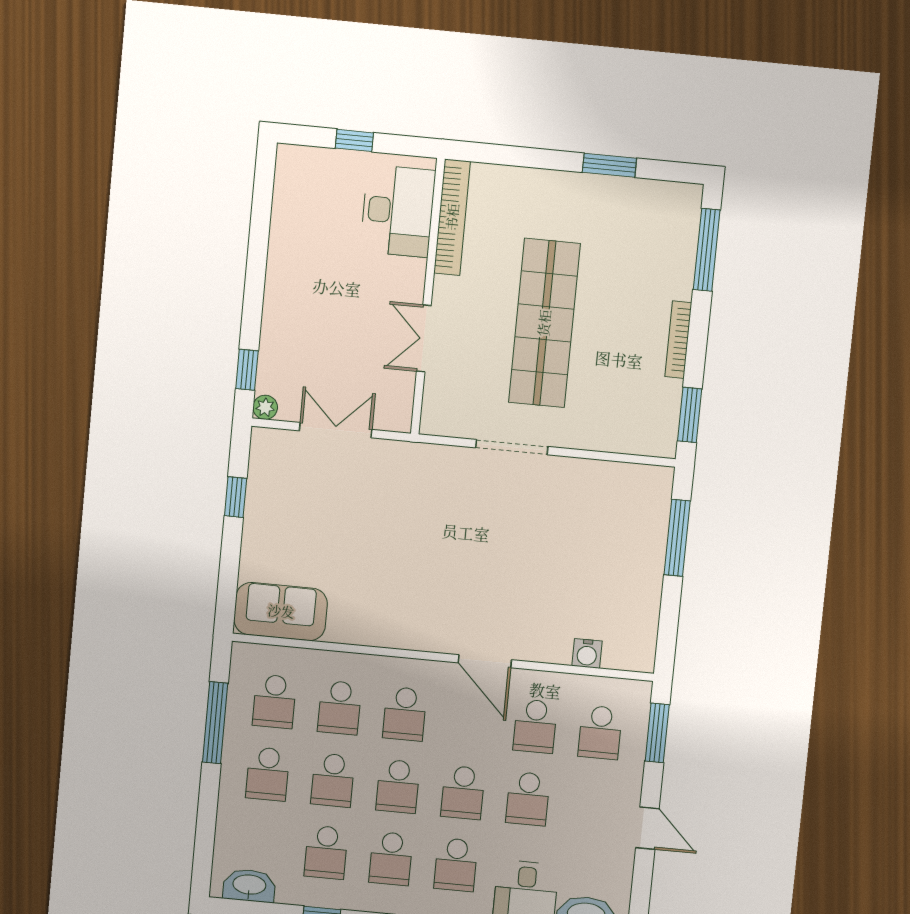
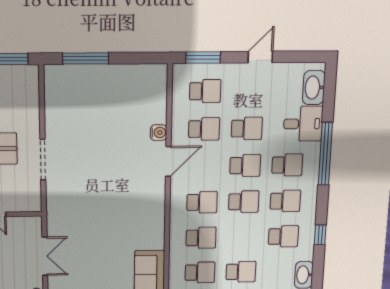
double door: (336, 430) -> (45, 256), swing flipped
water cooler: (587, 653) -> (159, 133), moved
school desk: (333, 780) -> (242, 237), removed

